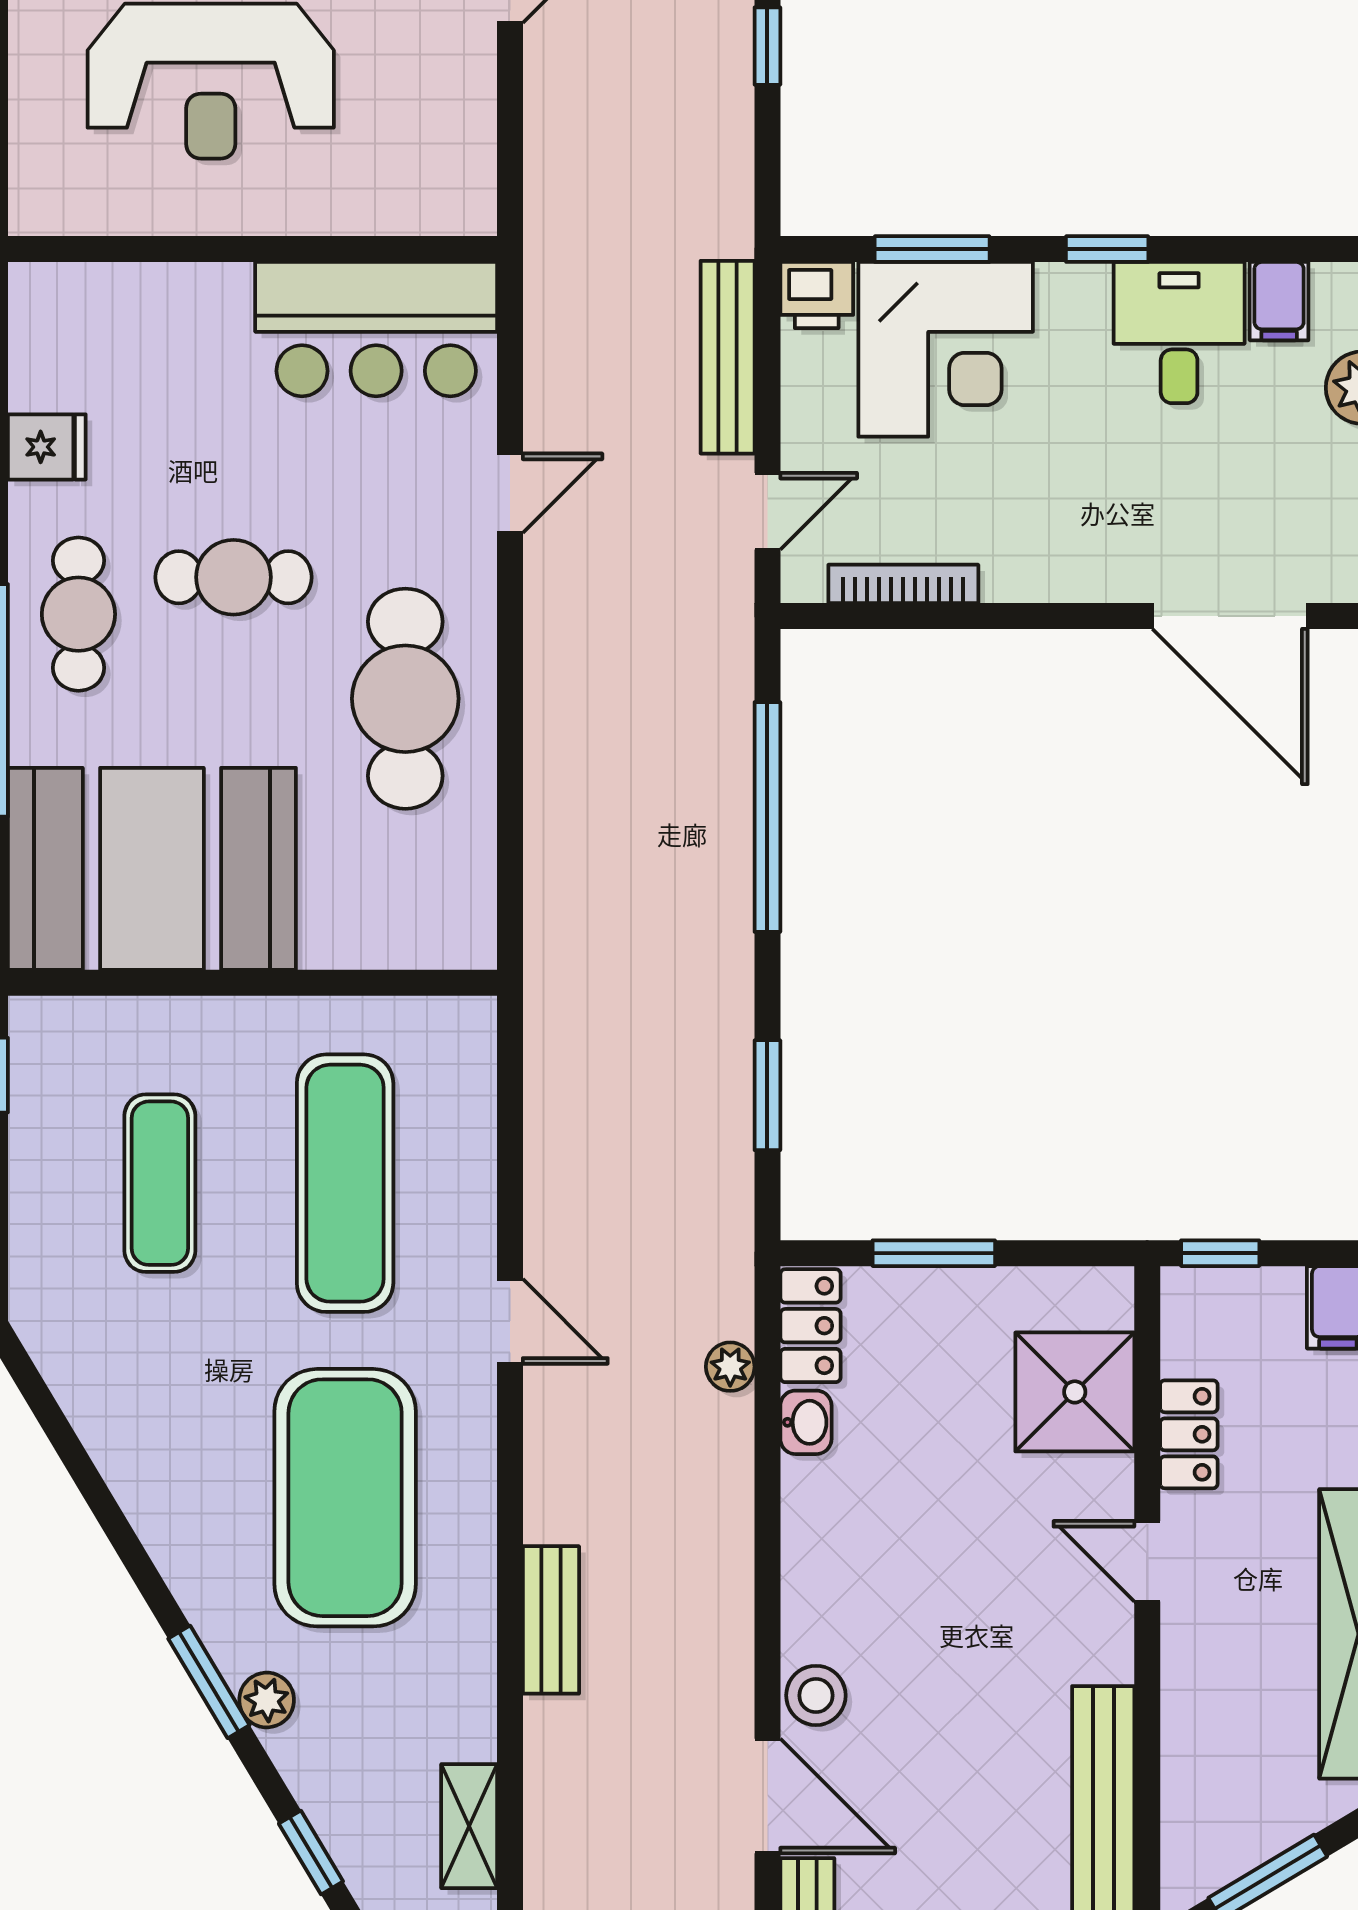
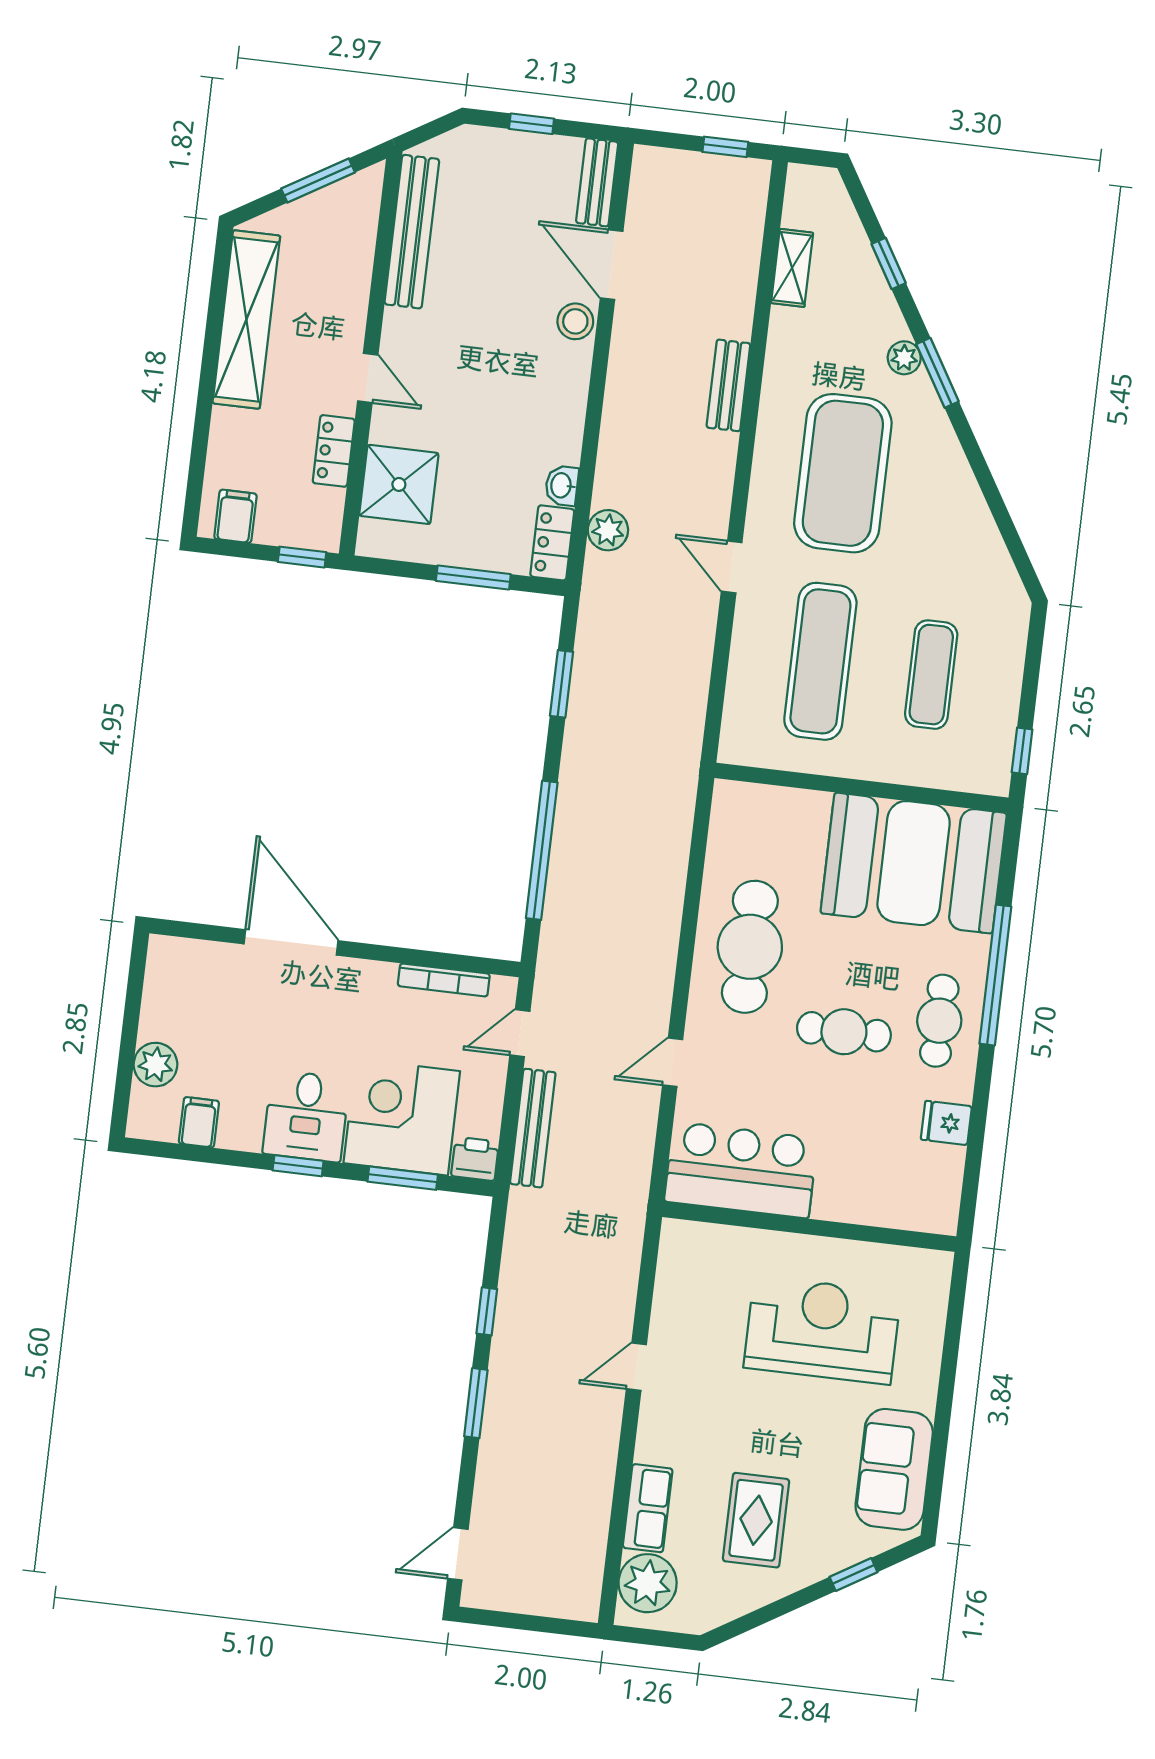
desk: (1179, 333) -> (306, 1116), moved
door: (1230, 616) -> (291, 942), moved
plant: (730, 1367) -> (608, 530), width x1.38, depth x1.38

